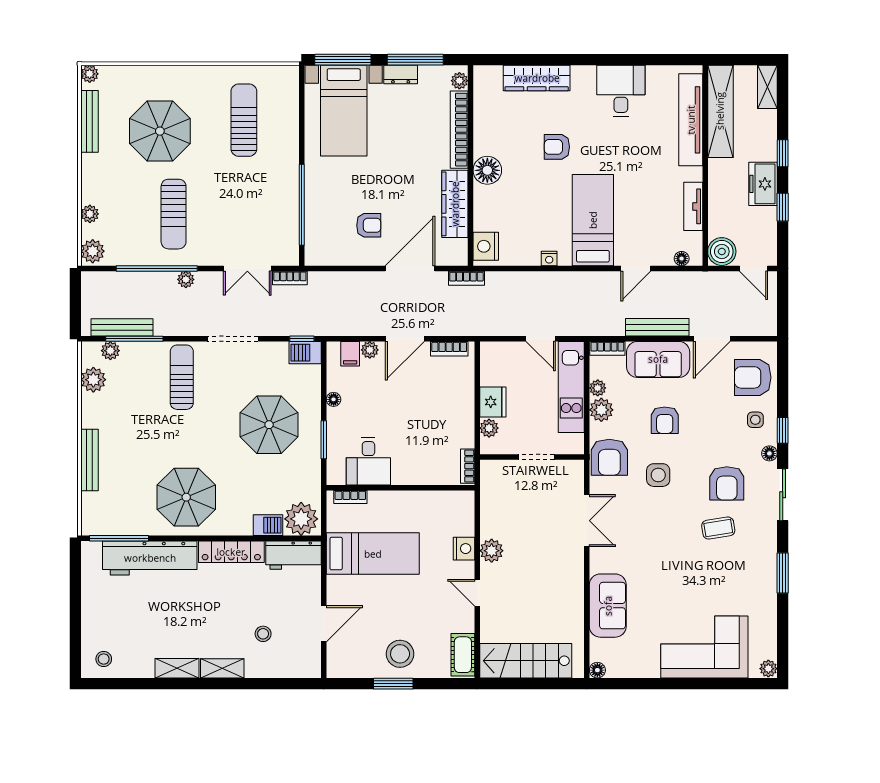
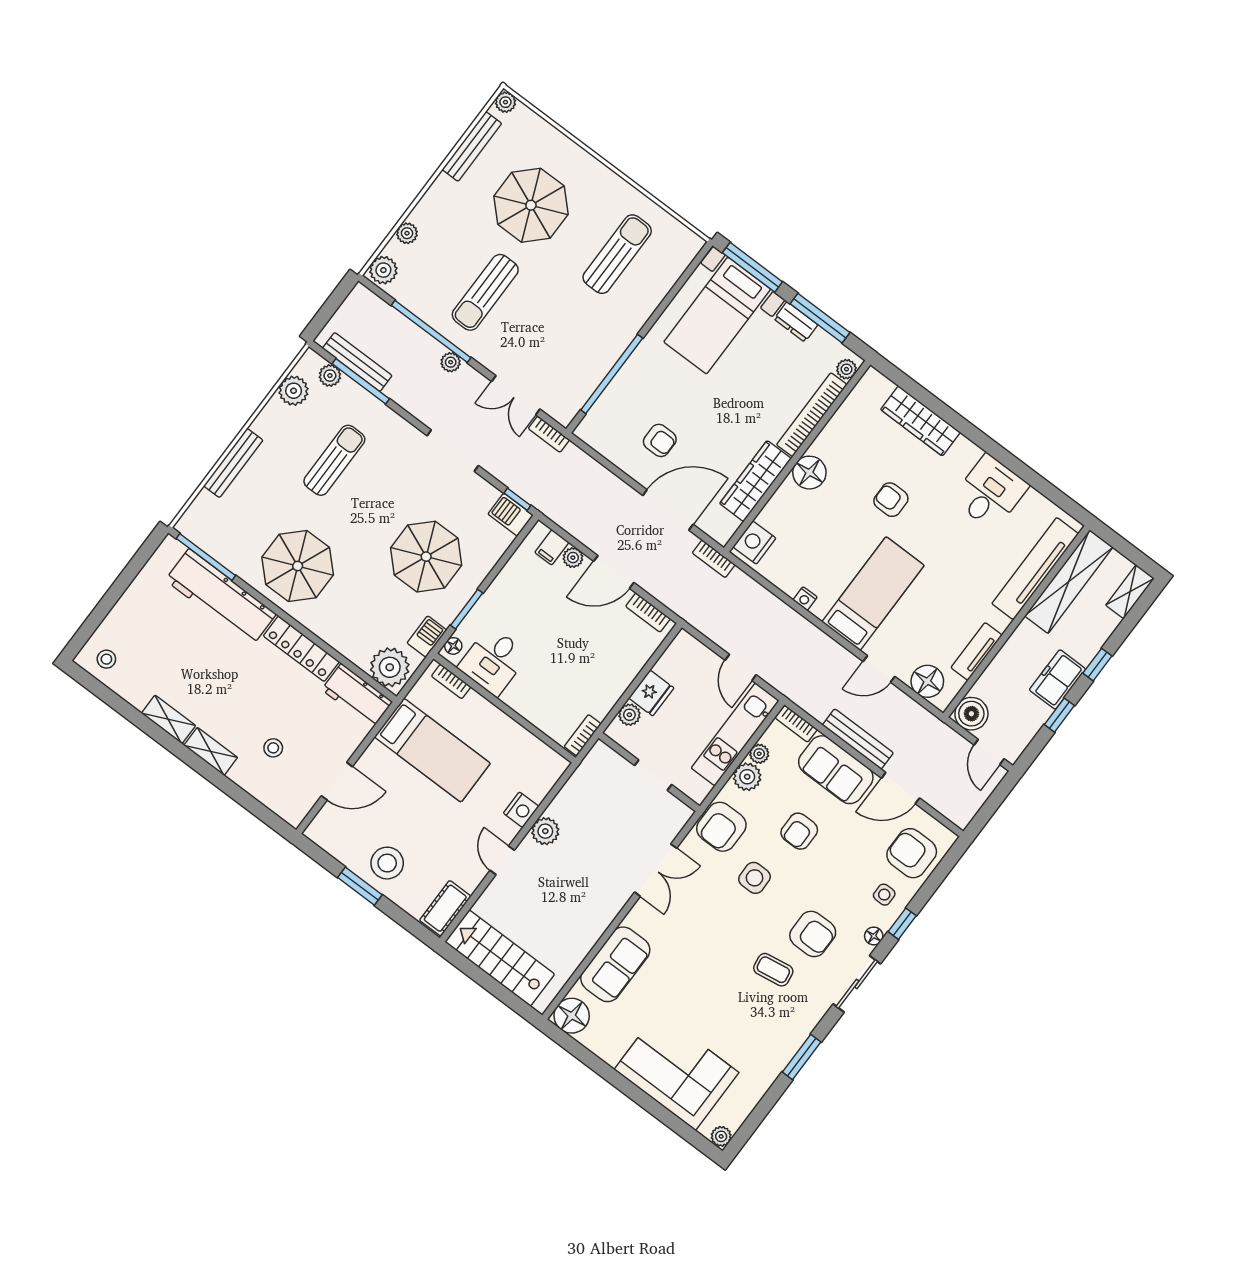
floor lamp: (682, 259) -> (927, 681), width x1.89, depth x1.89
sun lounger: (182, 377) -> (334, 460), moved
floor lamp: (334, 399) -> (453, 646), moved
armchair: (727, 483) -> (813, 934), turned -90
barbecue: (268, 525) -> (427, 637), moved, turned -90
floor lamp: (597, 670) -> (572, 1016), width x1.89, depth x1.89

